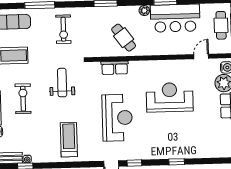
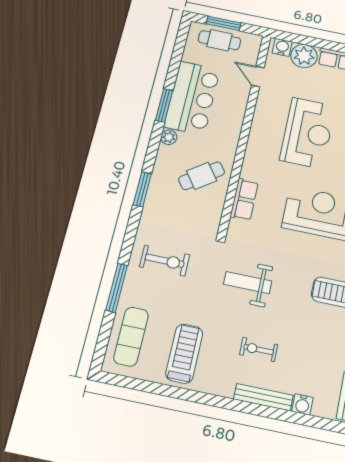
reception desk: (170, 97) -> (308, 133), turned 180
exercise bike: (23, 99) -> (259, 349), width x0.73, depth x0.72

